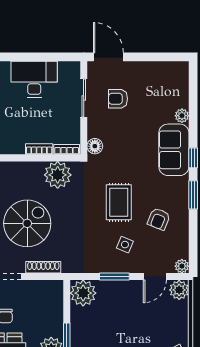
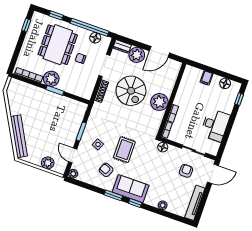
tv unit: (161, 69) -> (195, 203), added
sofa: (174, 150) -> (131, 189), moved
plant: (58, 175) -> (159, 102), moved
rug: (119, 202) -> (124, 150), turned 90
plant: (179, 290) -> (48, 163), moved
plant: (83, 293) -> (78, 109), removed

